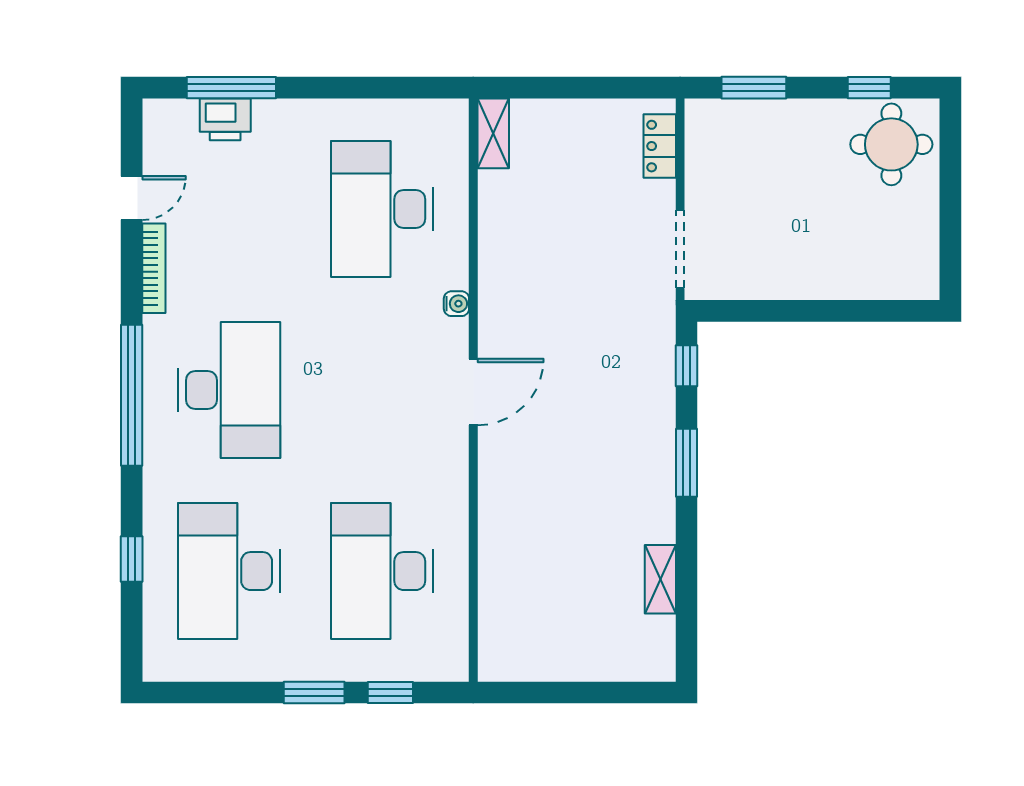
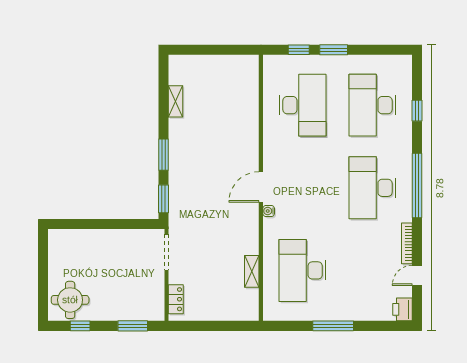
window: (231, 88) -> (333, 326), moved
printer: (225, 119) -> (402, 309), moved, turned -90
shelving: (493, 133) -> (252, 271), moved
desk: (382, 209) -> (303, 270), turned 180
water cooler: (456, 304) -> (269, 211), moved
window: (687, 366) -> (164, 199), width x1.50
desk: (229, 571) -> (372, 105), turned 180

